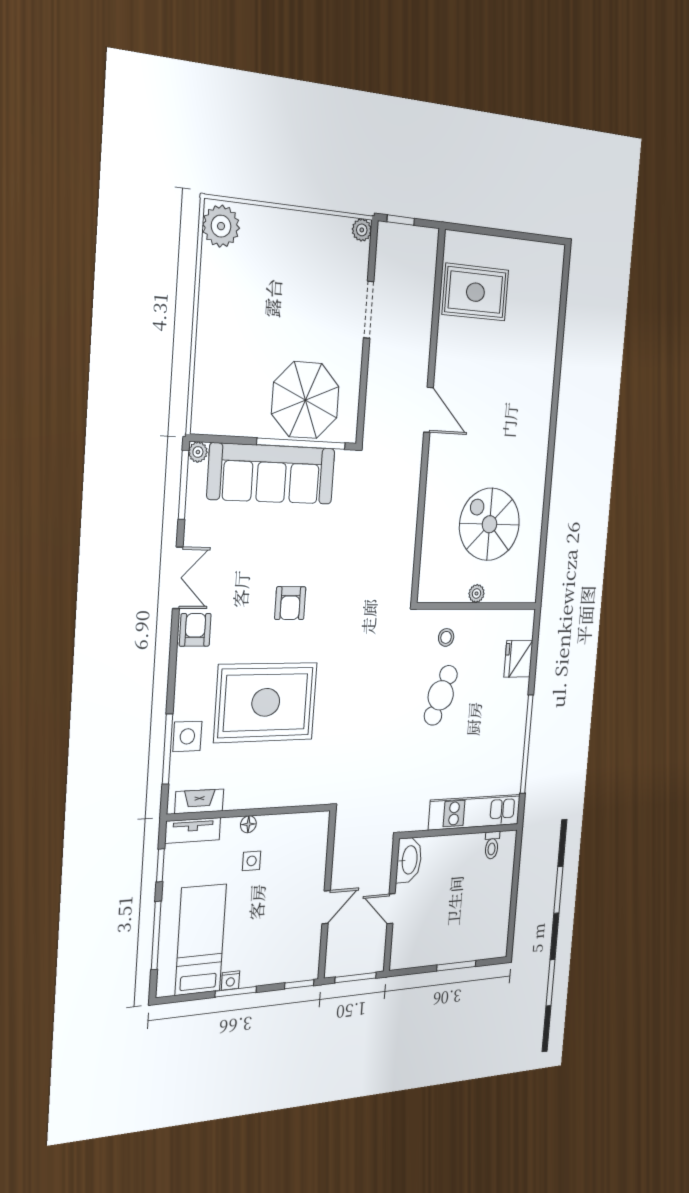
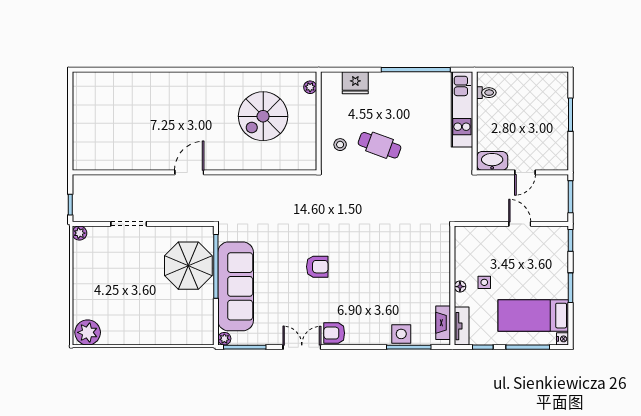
rug: (475, 292) -> (110, 142), removed
plant: (477, 593) -> (310, 87), moved
rug: (266, 702) -> (381, 280), removed
nightstand: (230, 981) -> (563, 339), moved

